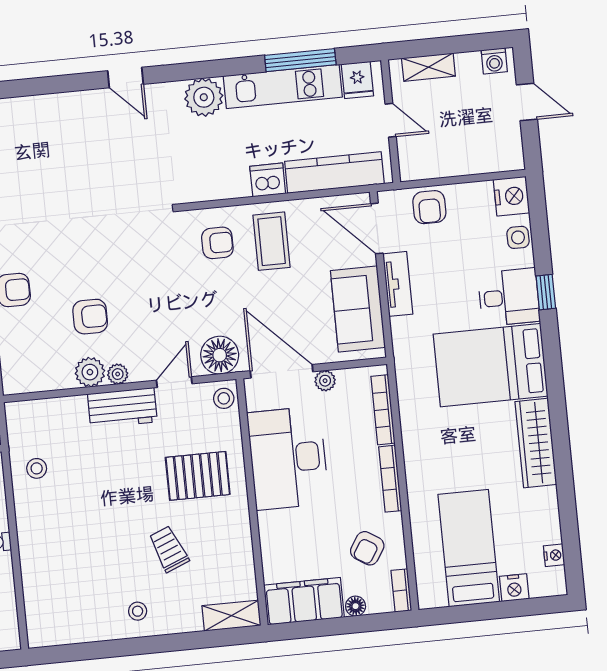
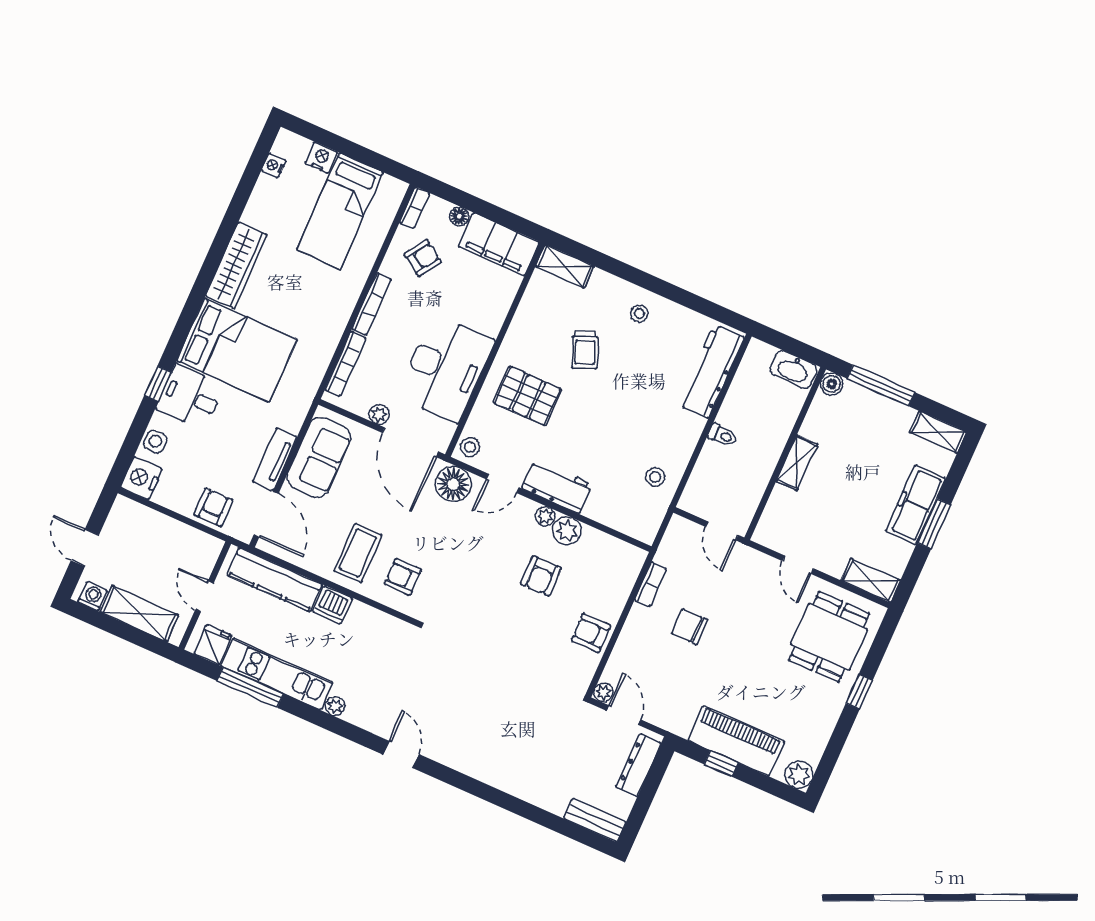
shelving: (428, 67) -> (139, 614), width x1.50, depth x1.33
plant: (204, 97) -> (335, 706), width x0.53, depth x0.53
armchair: (90, 317) -> (541, 576), turned -90
workbench: (41, 596) -> (711, 371), added

